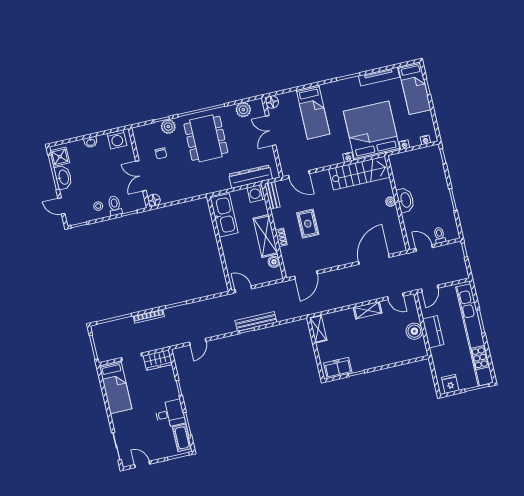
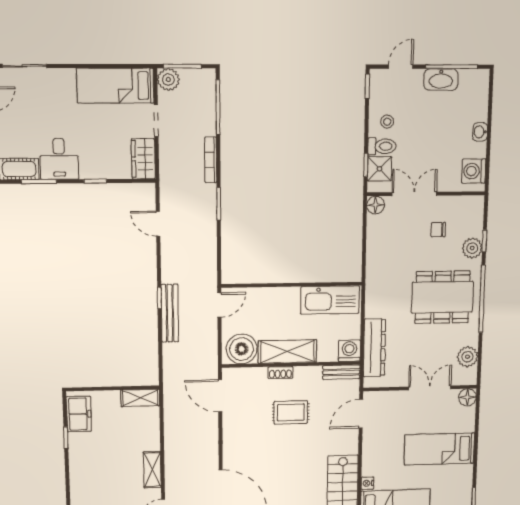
shower: (60, 157) -> (379, 169), moved
boiler: (274, 262) -> (242, 349), width x1.86, depth x1.86
plant: (104, 354) -> (168, 80), added

